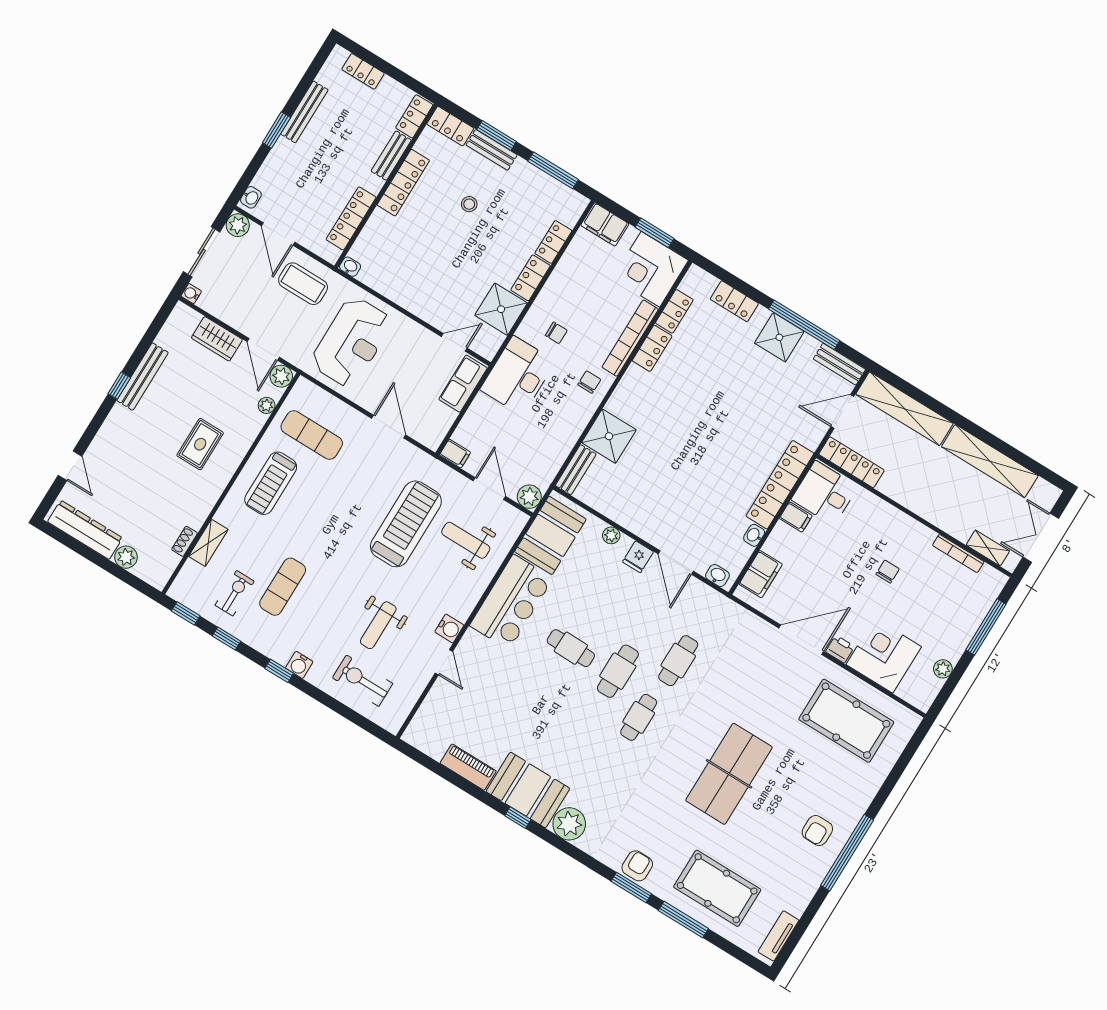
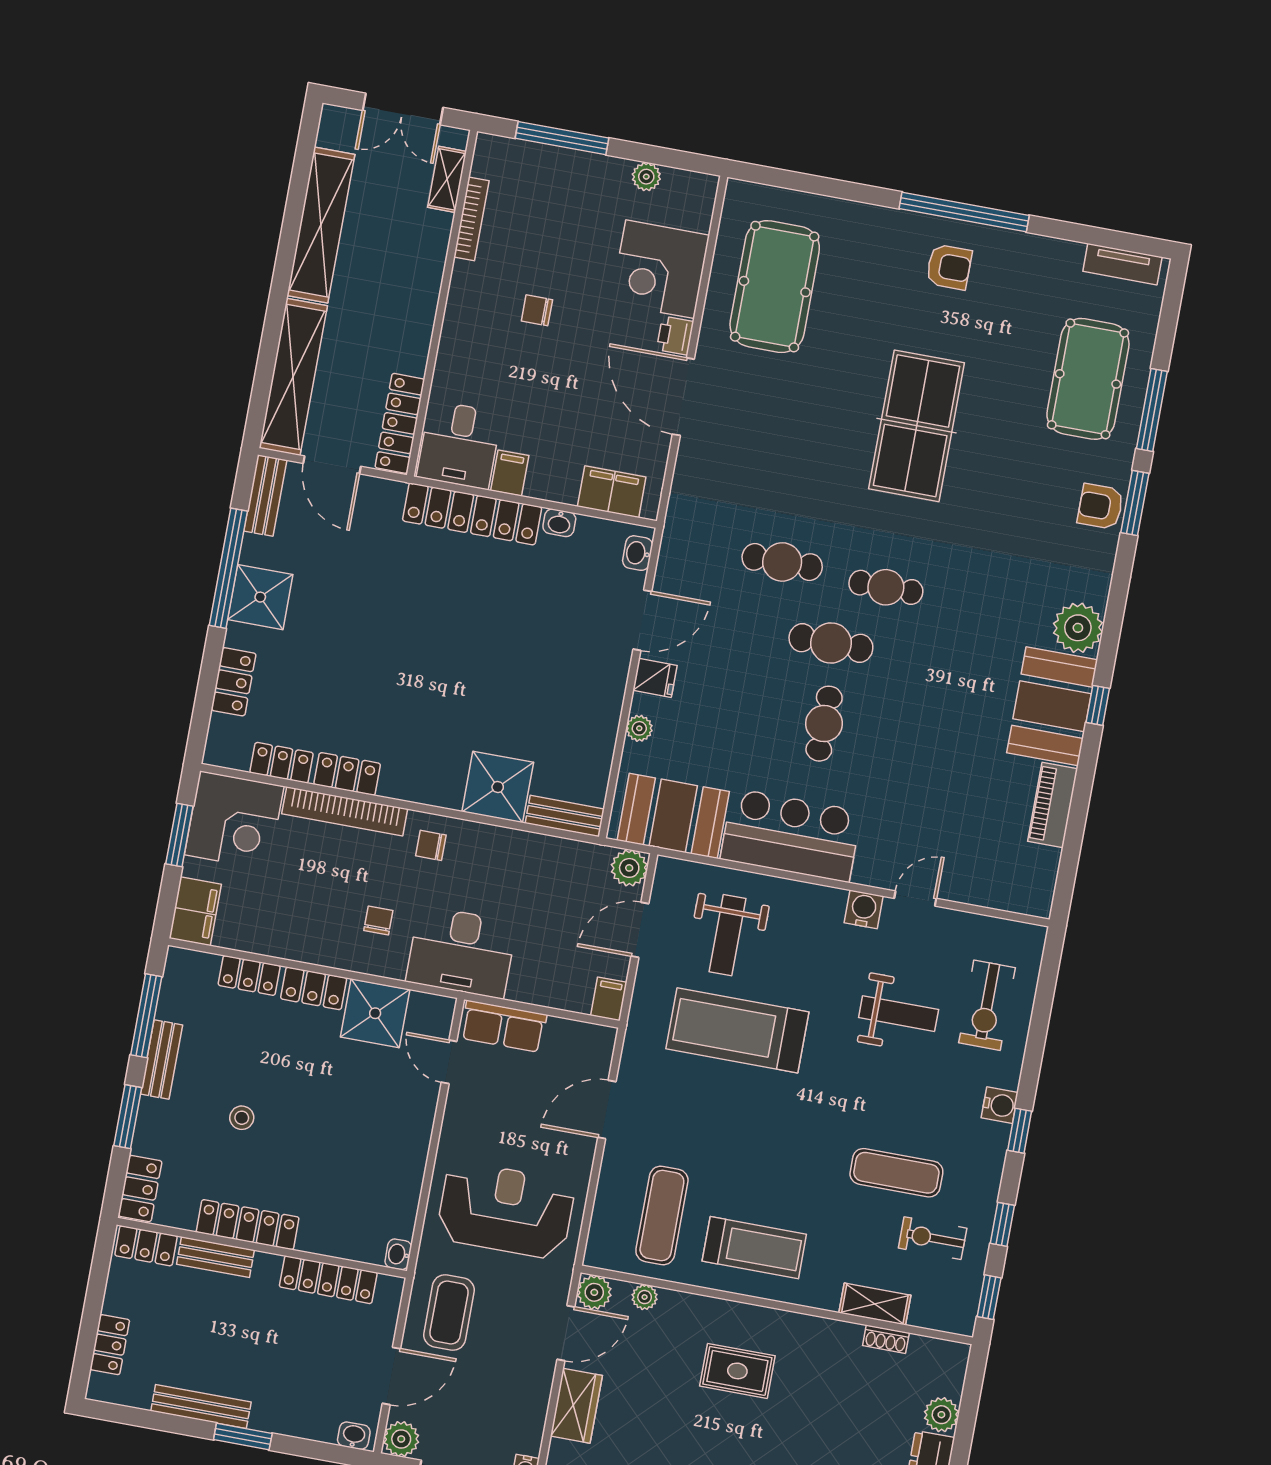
bench: (492, 150) -> (161, 1060), moved
table tennis table: (729, 774) -> (917, 426), turned 90

